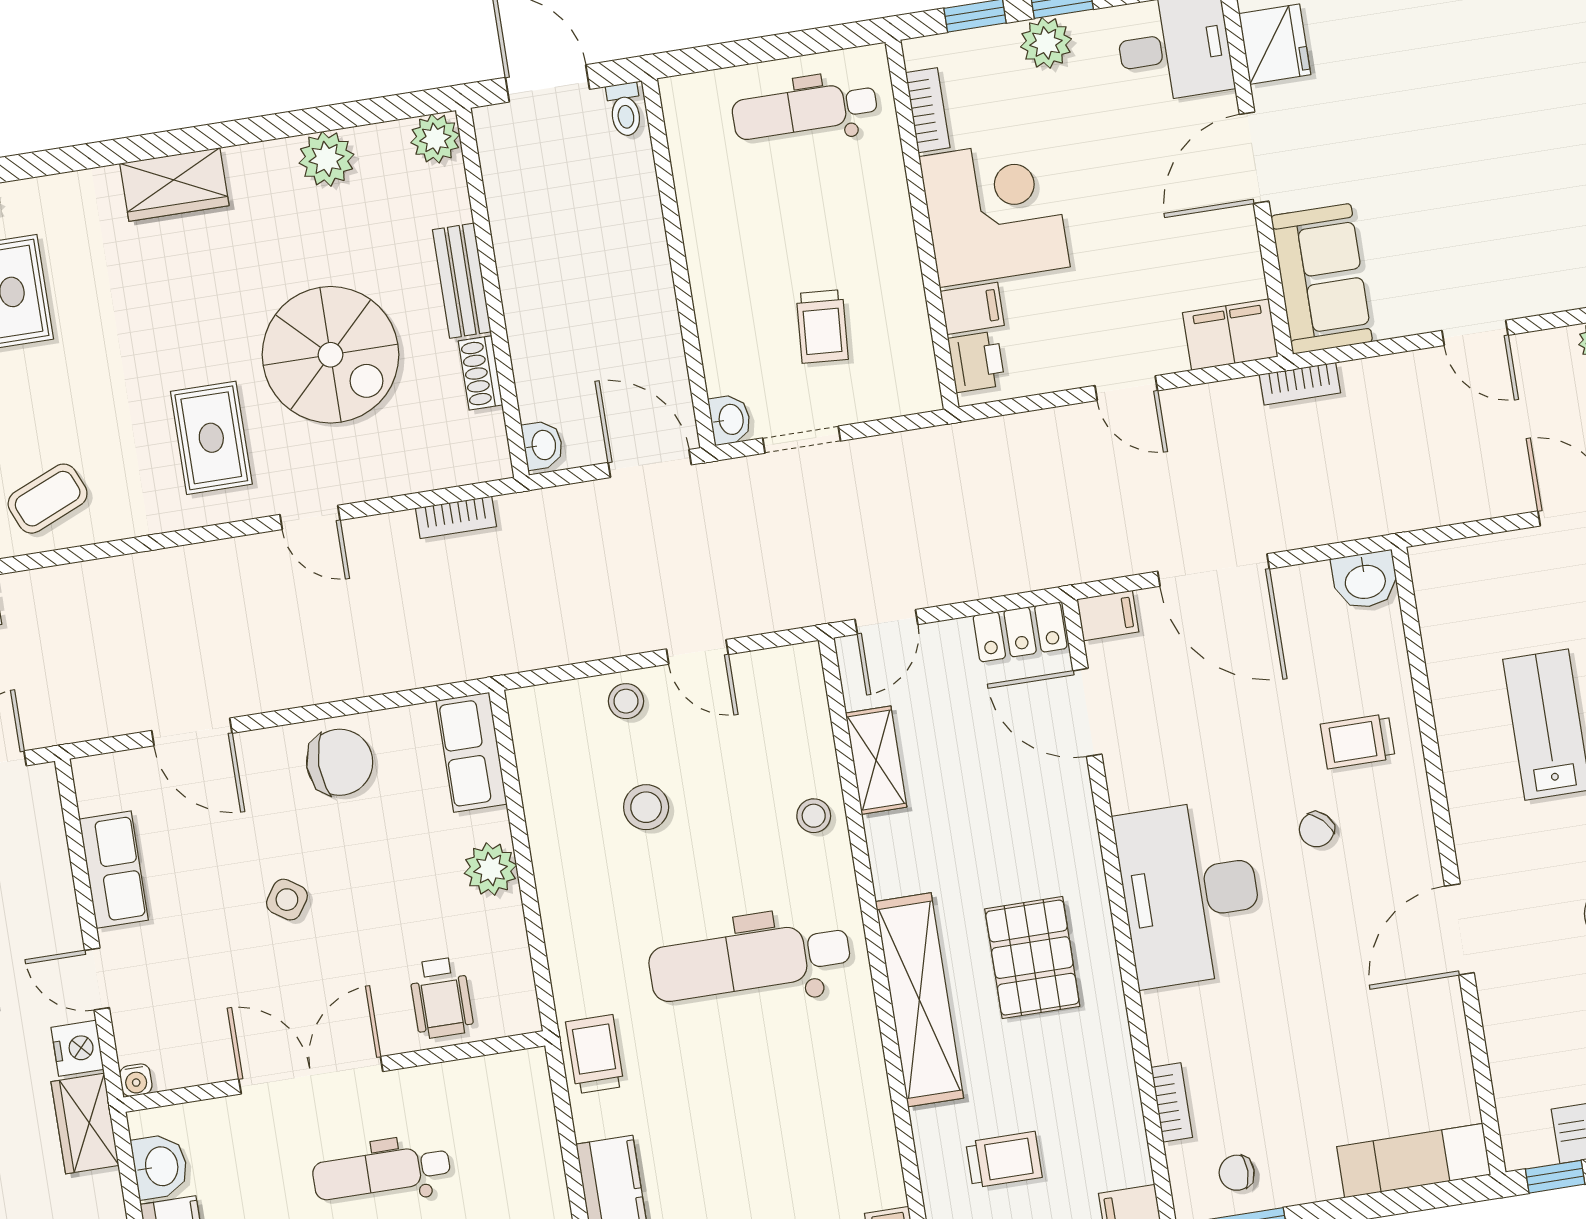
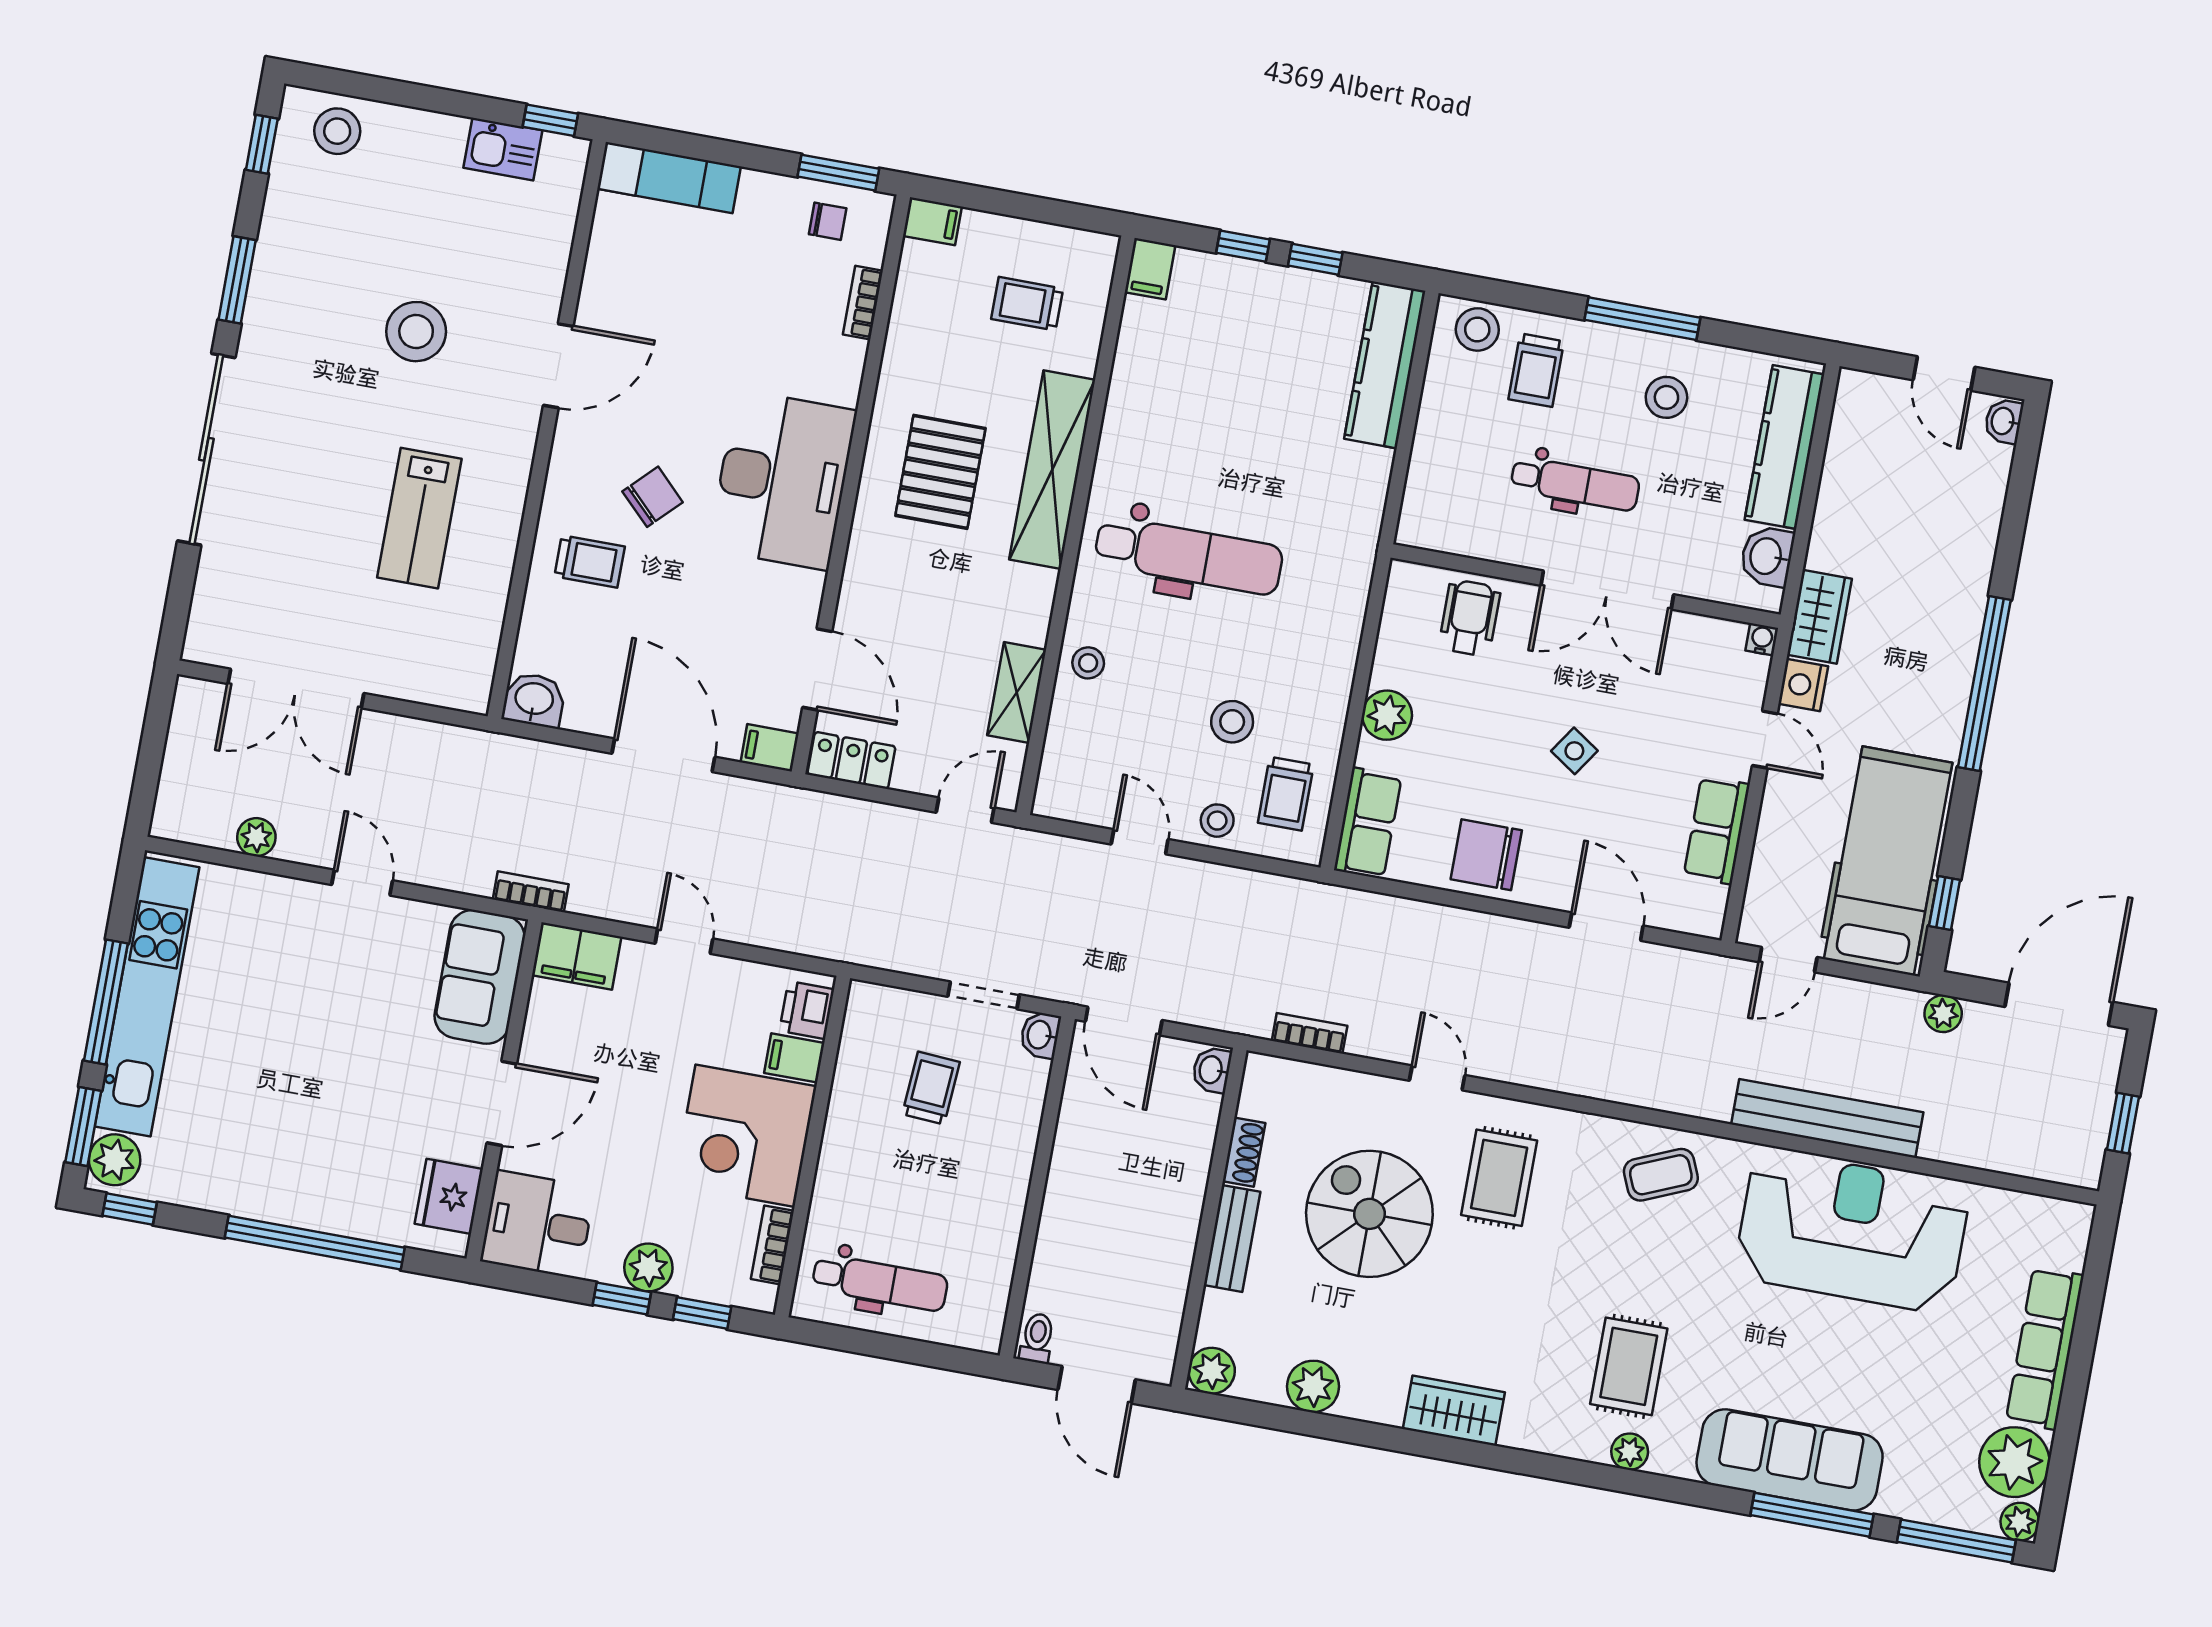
chair: (1317, 830) -> (653, 497), width x1.37, depth x1.37
trolley: (595, 1054) -> (1286, 794), moved

